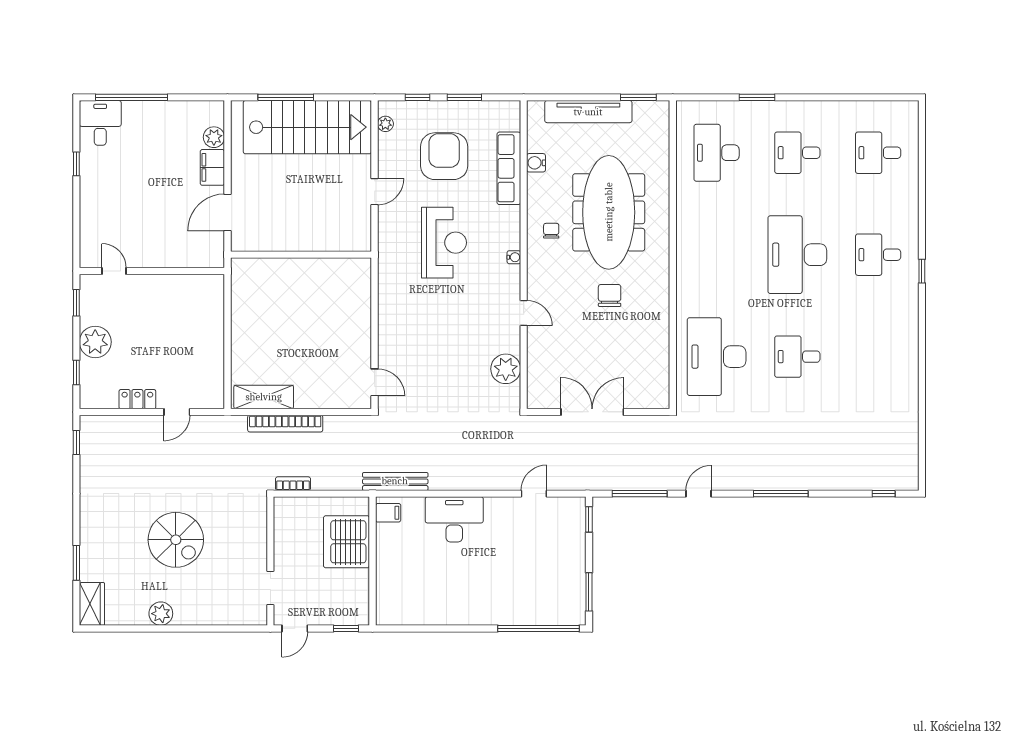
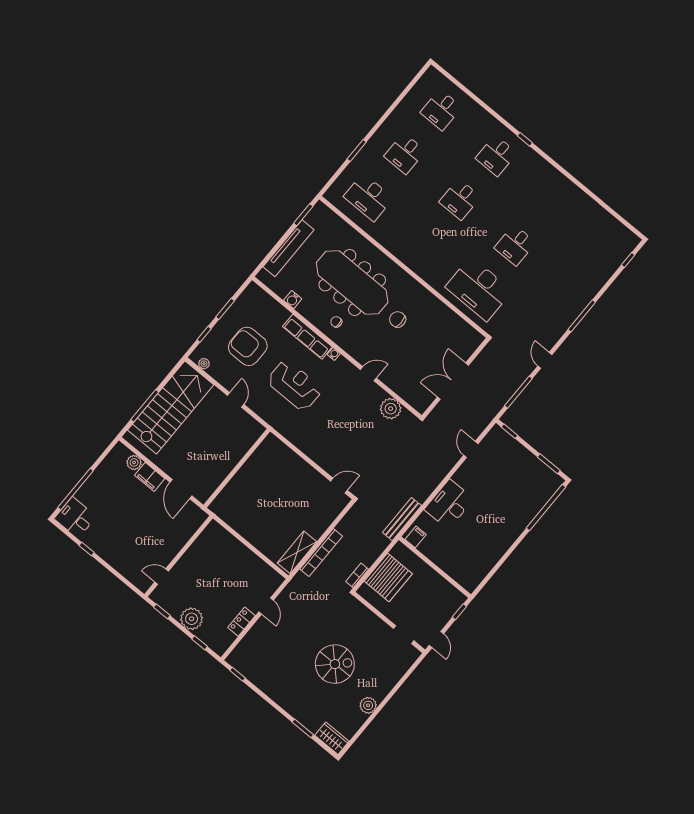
row of seats: (509, 168) -> (307, 337), moved
desk: (797, 255) -> (460, 199), width x0.53, depth x0.77
server rack: (347, 542) -> (388, 577), moved, turned -90

